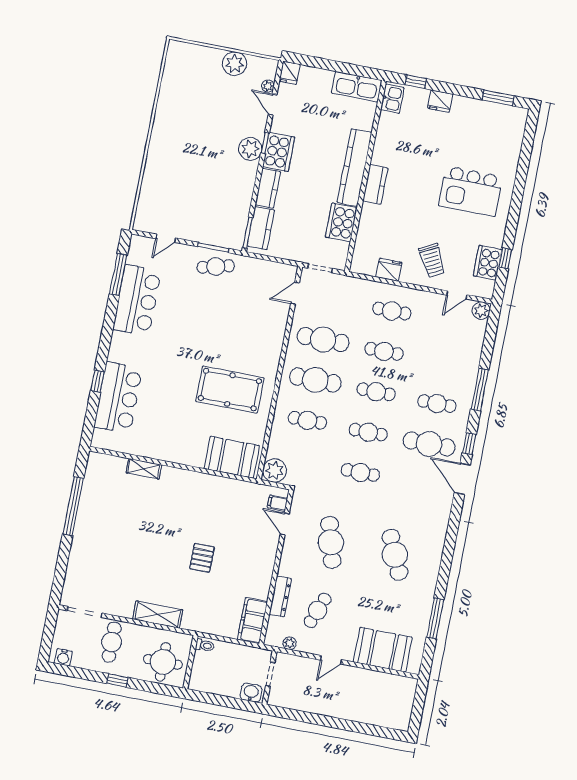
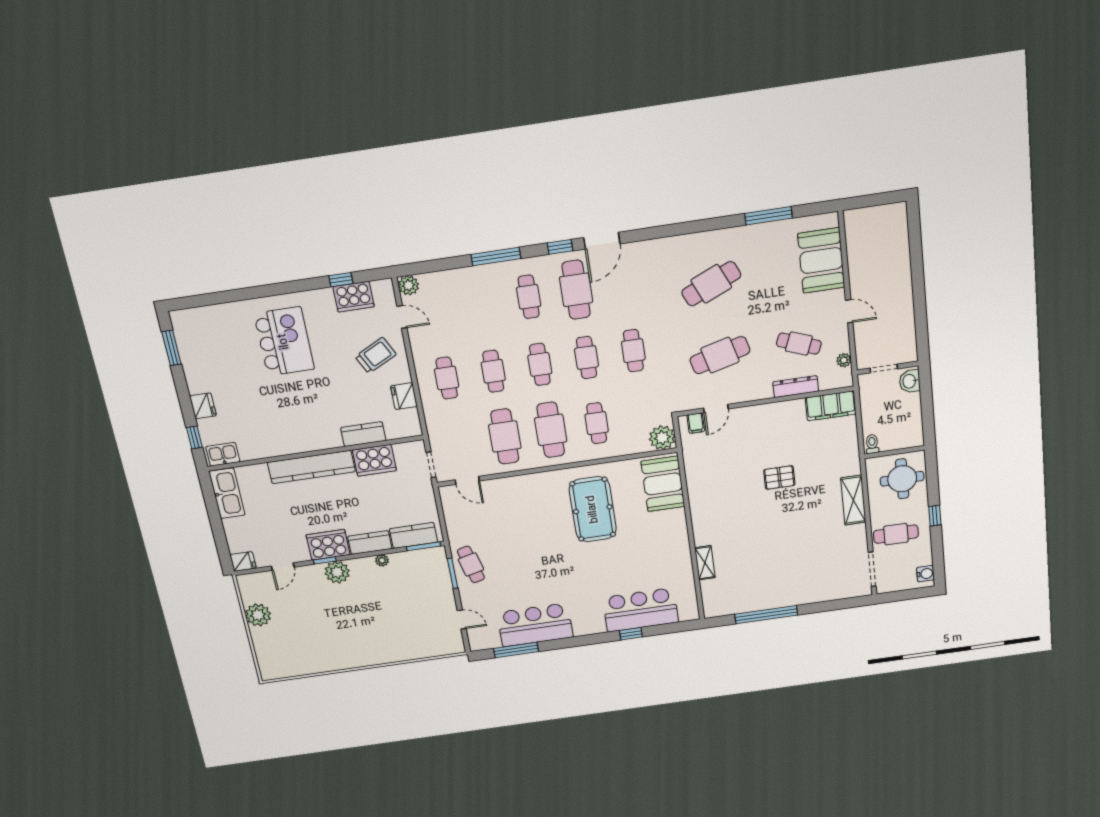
plant: (268, 86) -> (382, 560), moved
kitchen counter: (375, 184) -> (363, 434), moved

